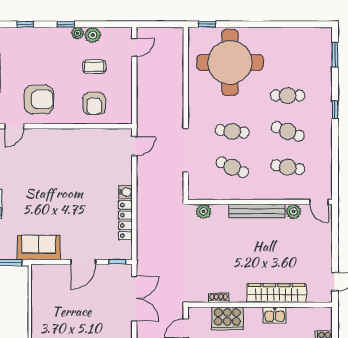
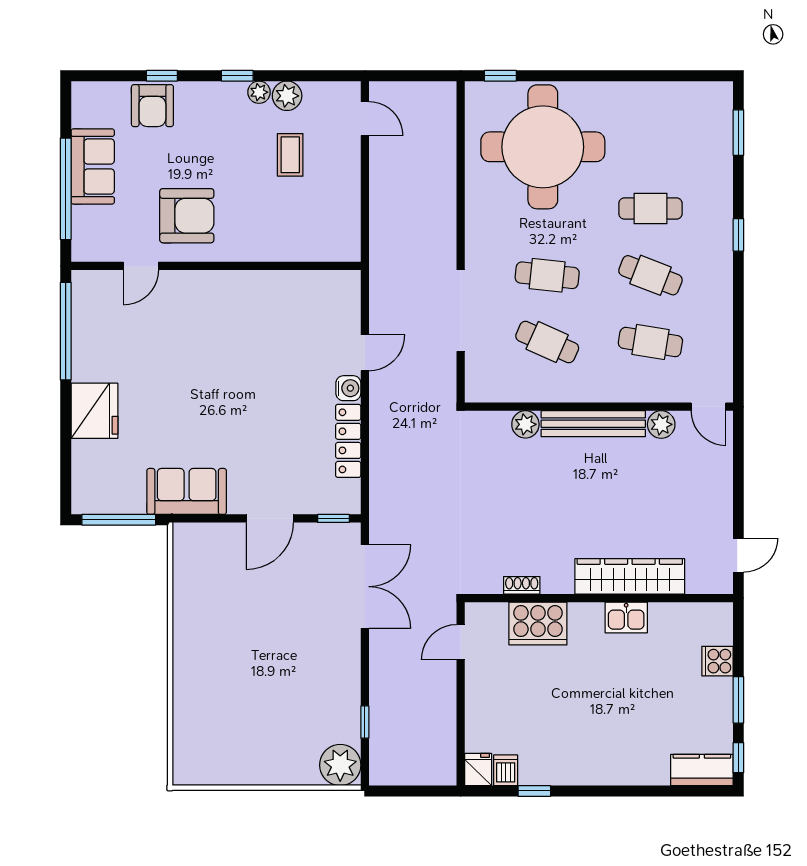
door: (134, 47) -> (365, 119), hinge flipped
coffee table: (94, 67) -> (290, 155), turned 90
armchair: (94, 103) -> (152, 106), moved
door: (134, 146) -> (365, 353), moved
plant: (204, 211) -> (525, 424), moved

